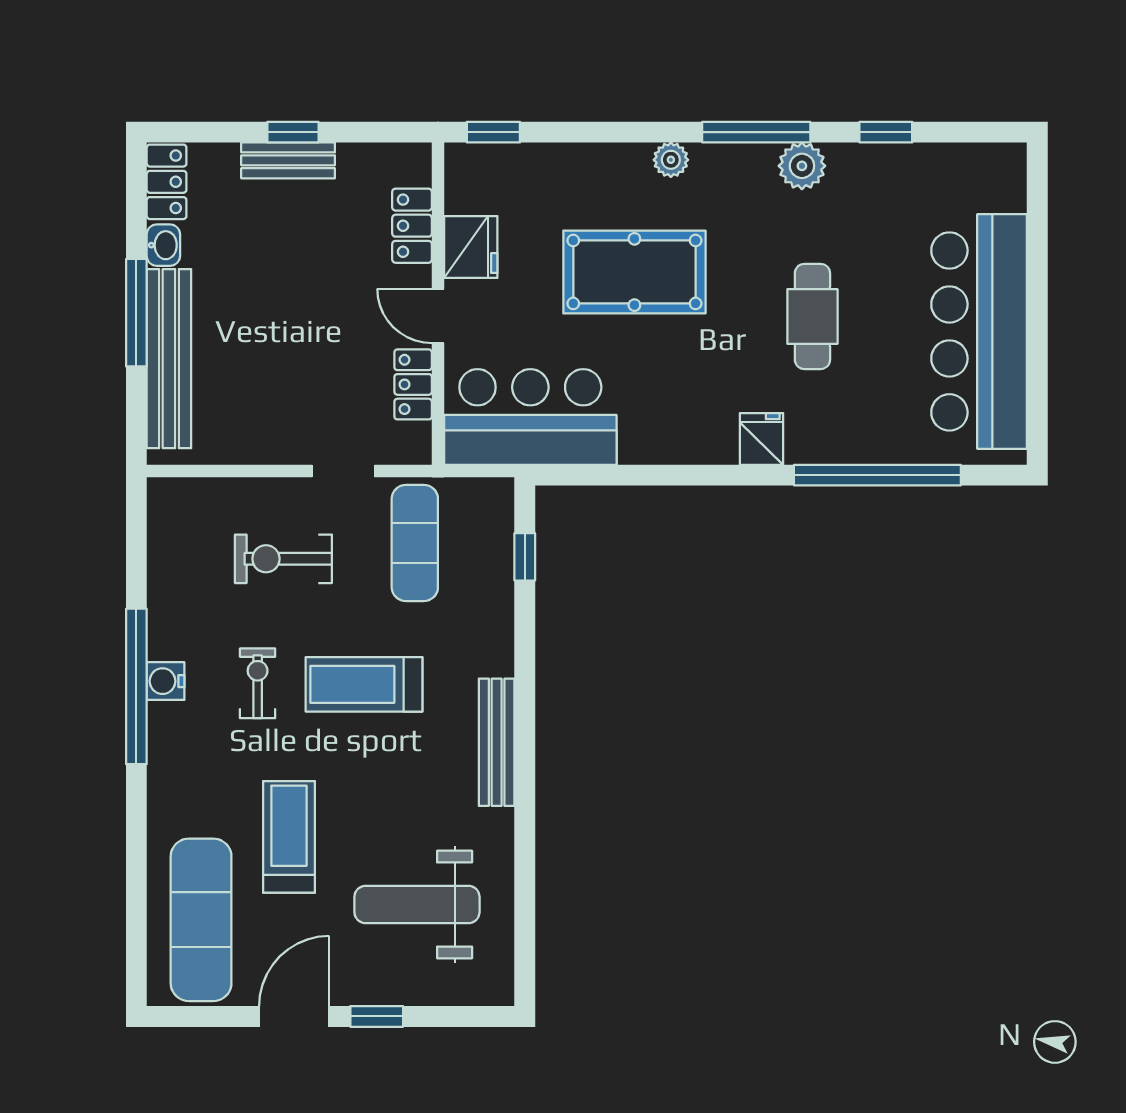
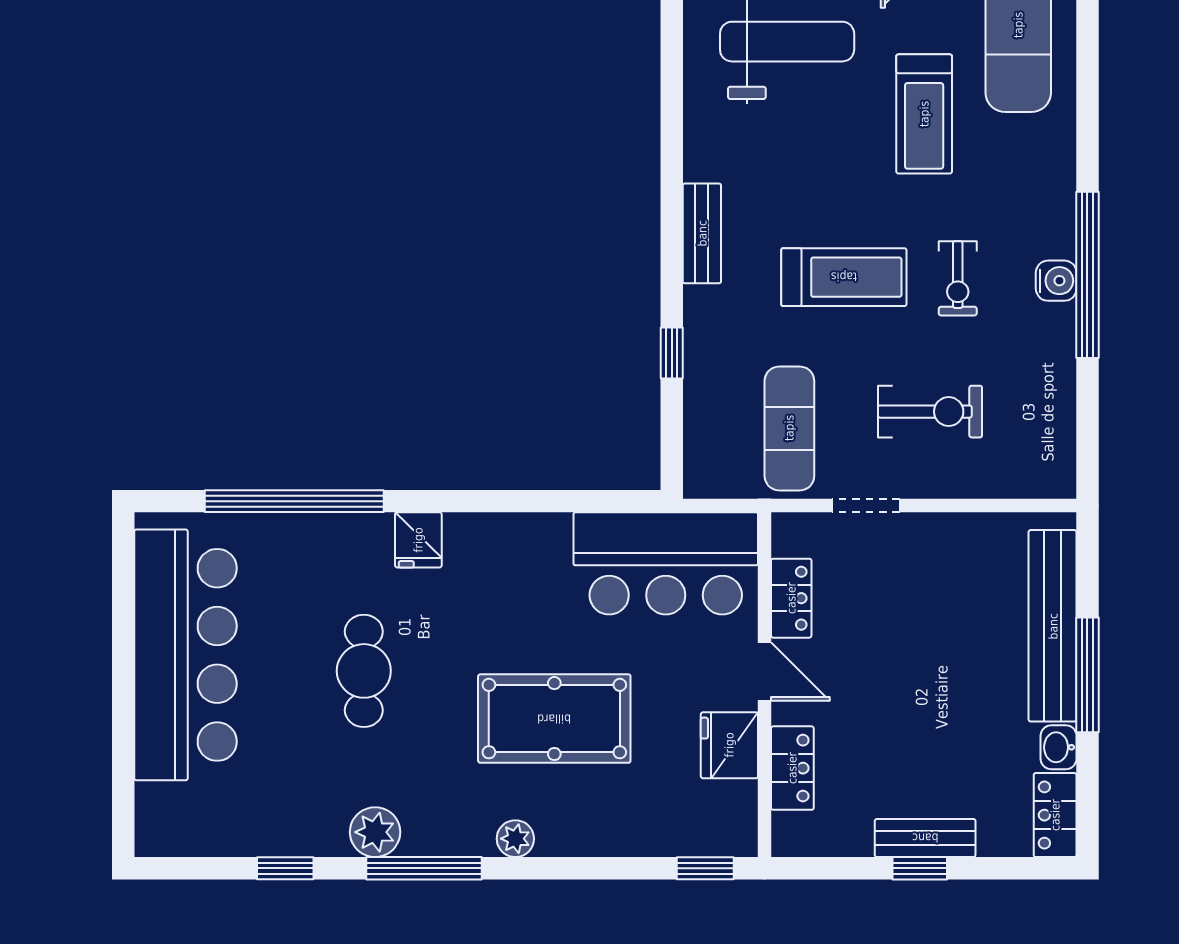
window: (525, 557) -> (672, 353), moved
bench: (497, 742) -> (702, 233), width x0.73

